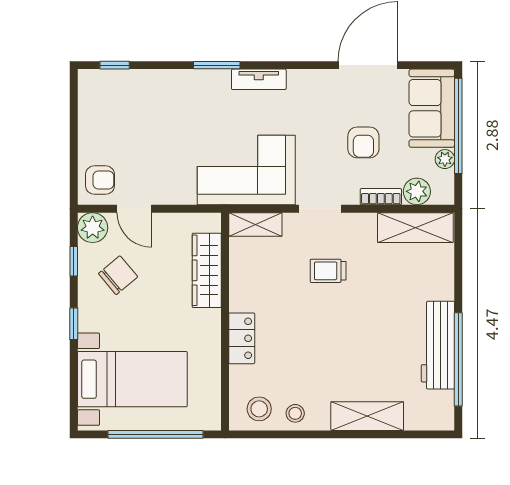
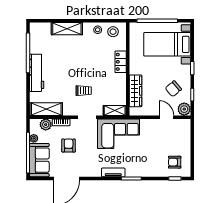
armchair: (100, 180) -> (175, 162), moved
workbench: (438, 345) -> (37, 73), moved

